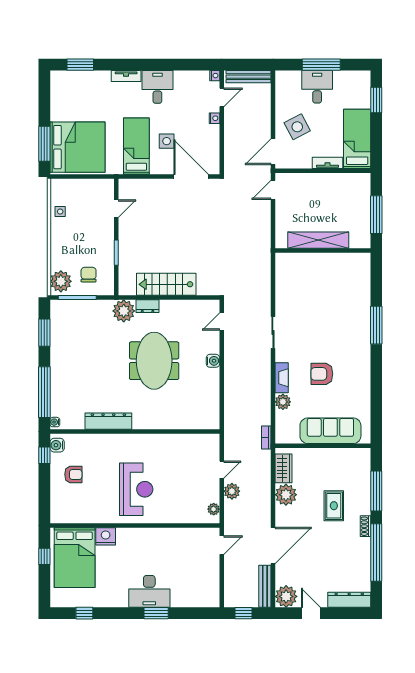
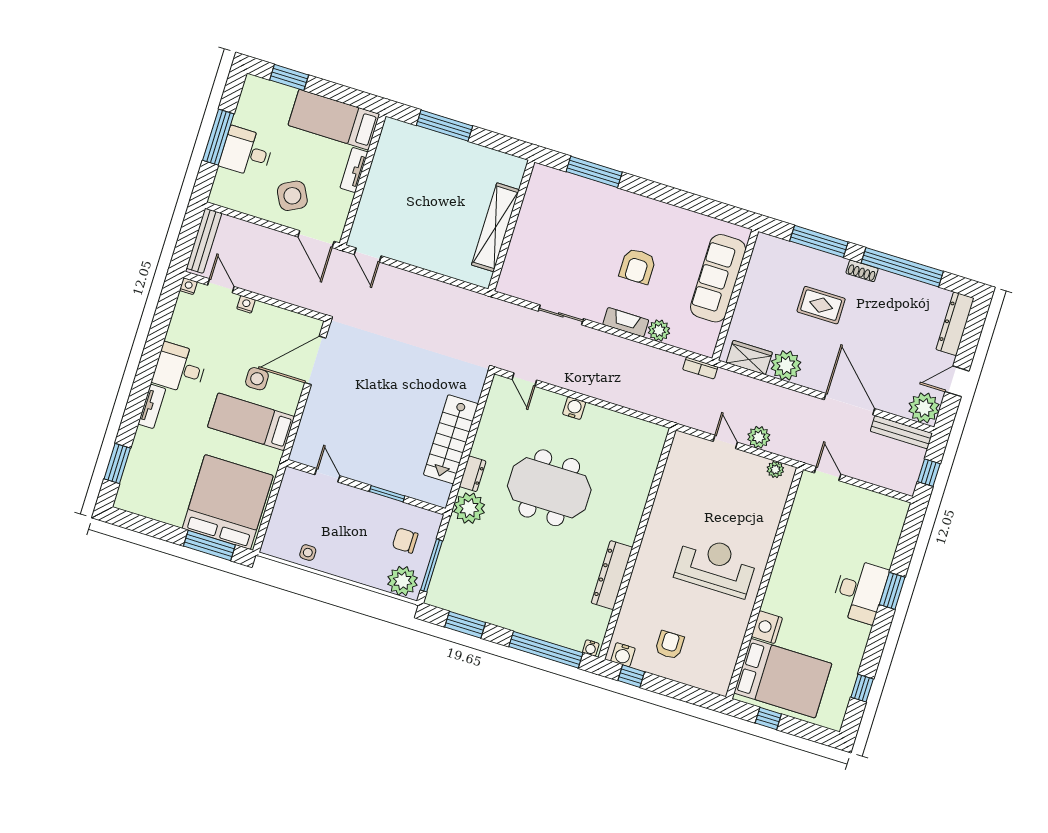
shelving: (318, 240) -> (495, 227), moved
wall: (323, 251) -> (511, 226), moved

